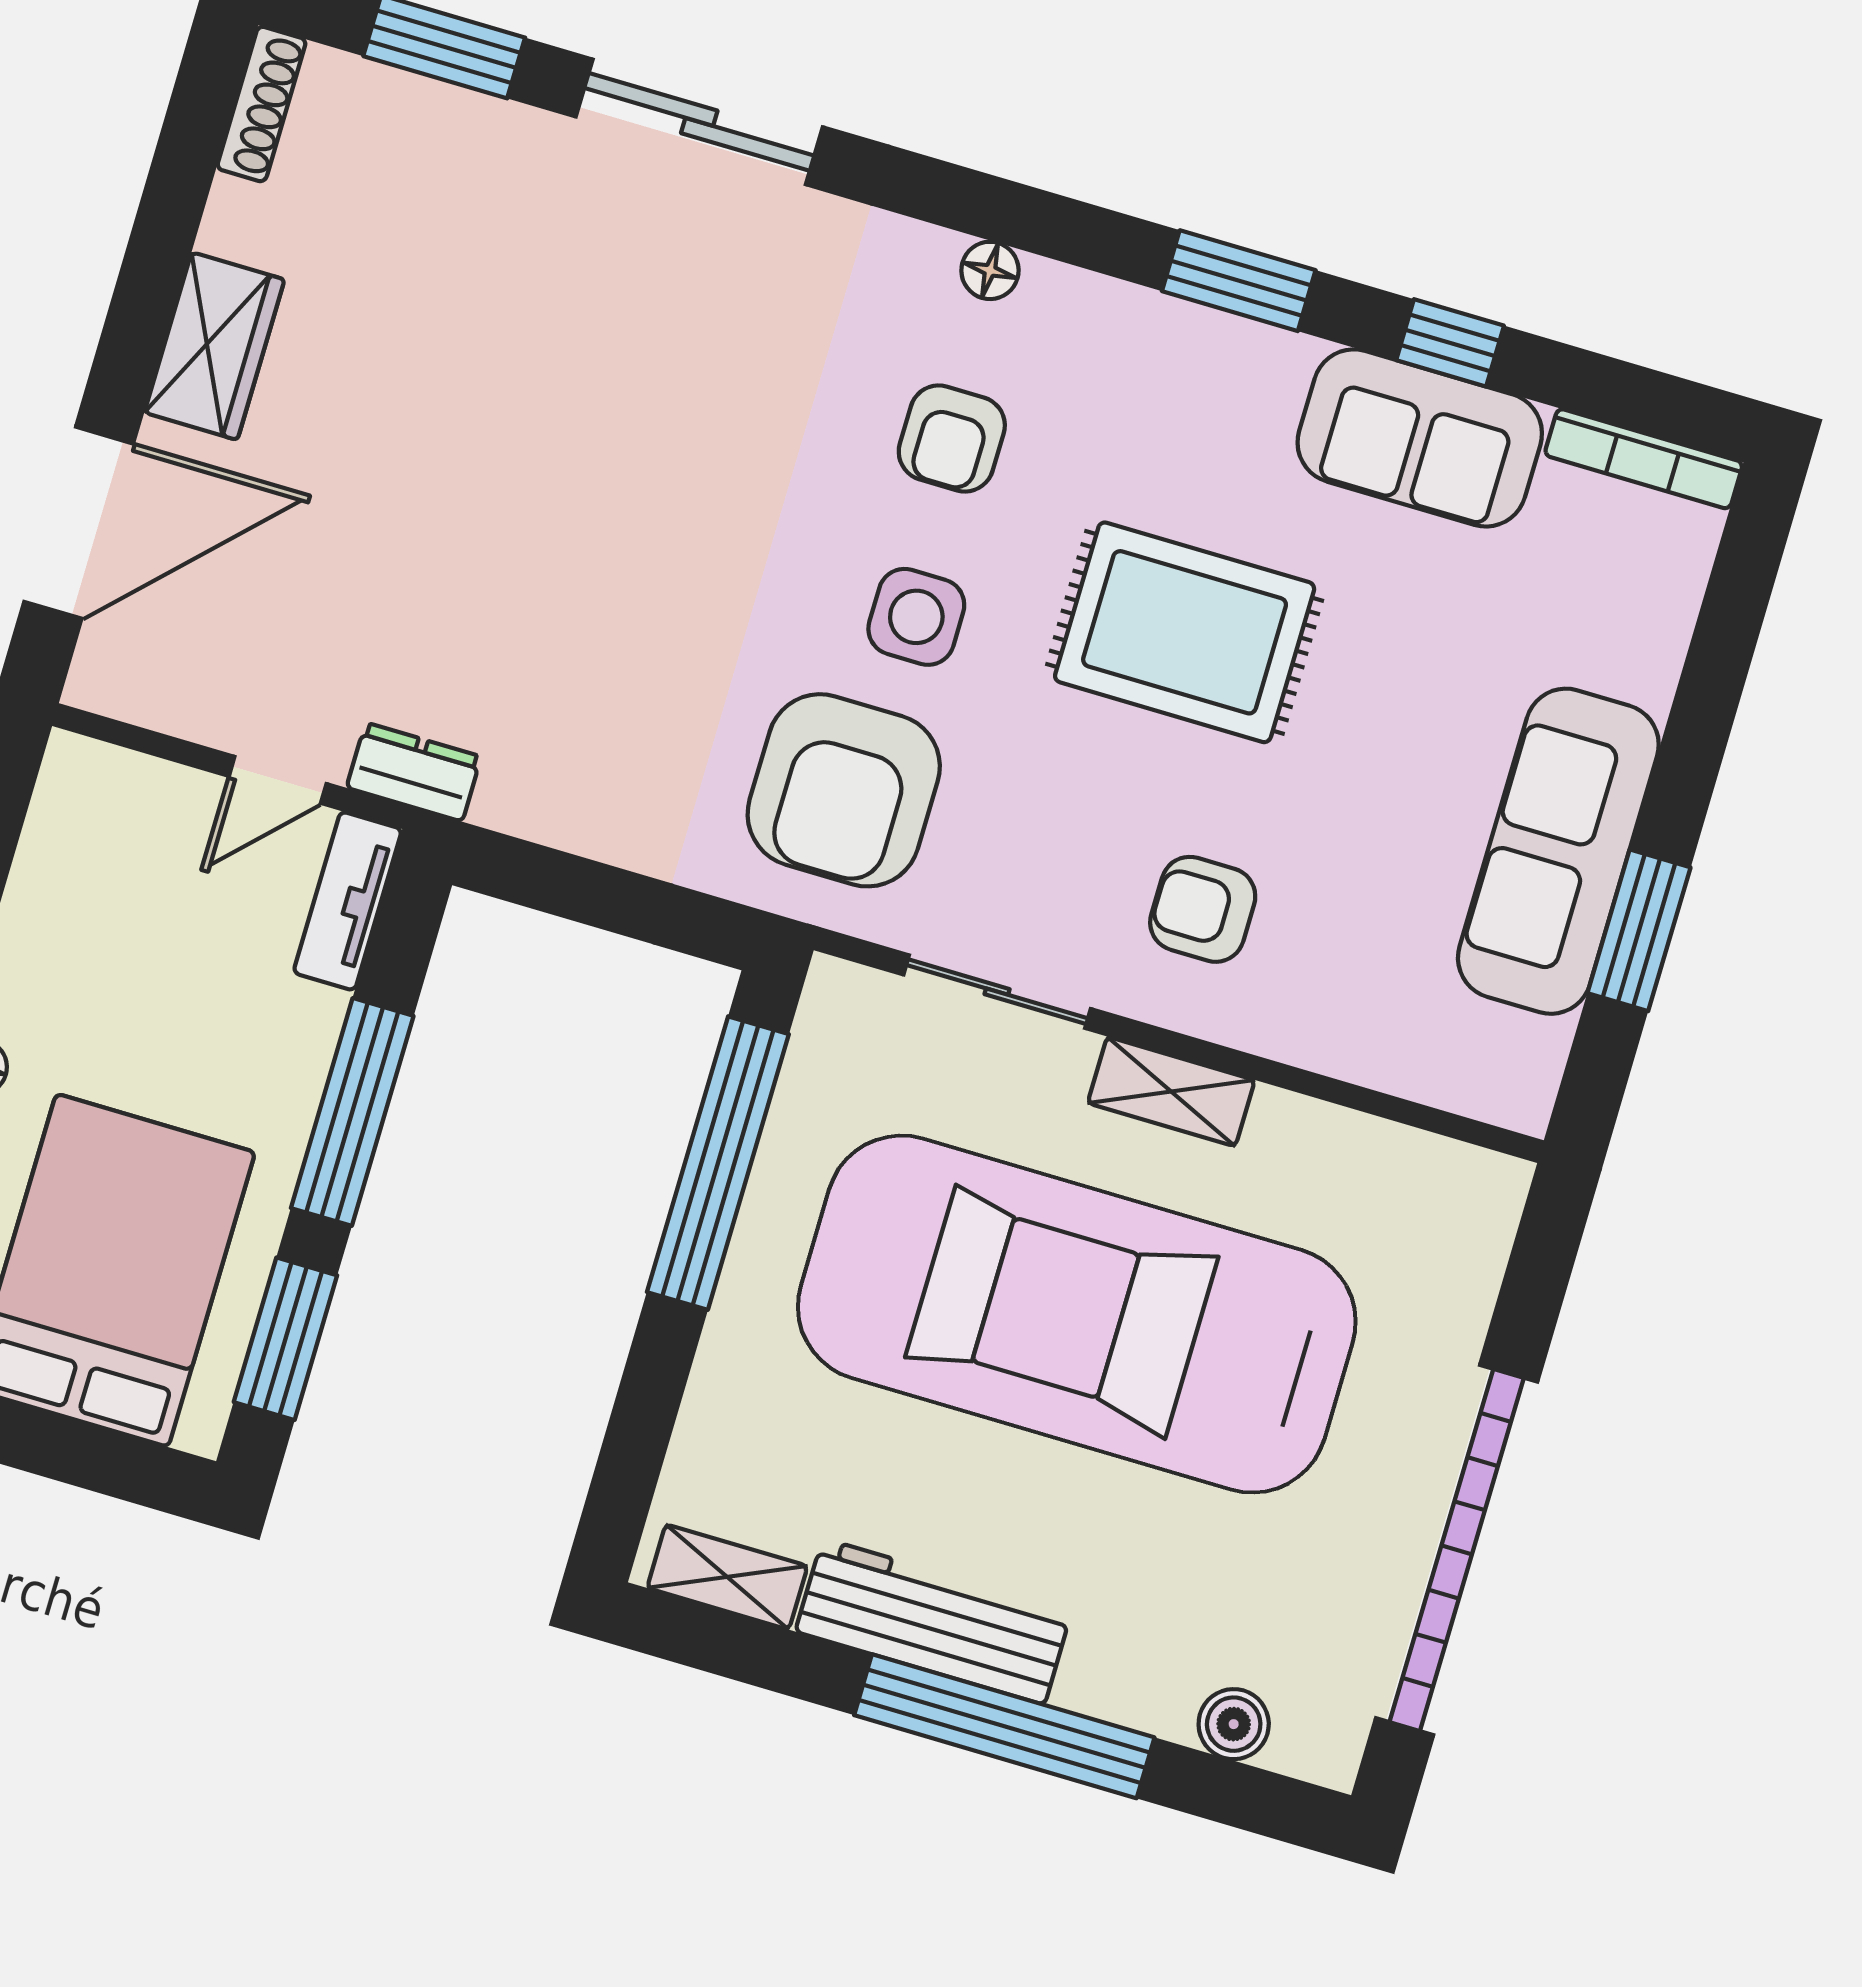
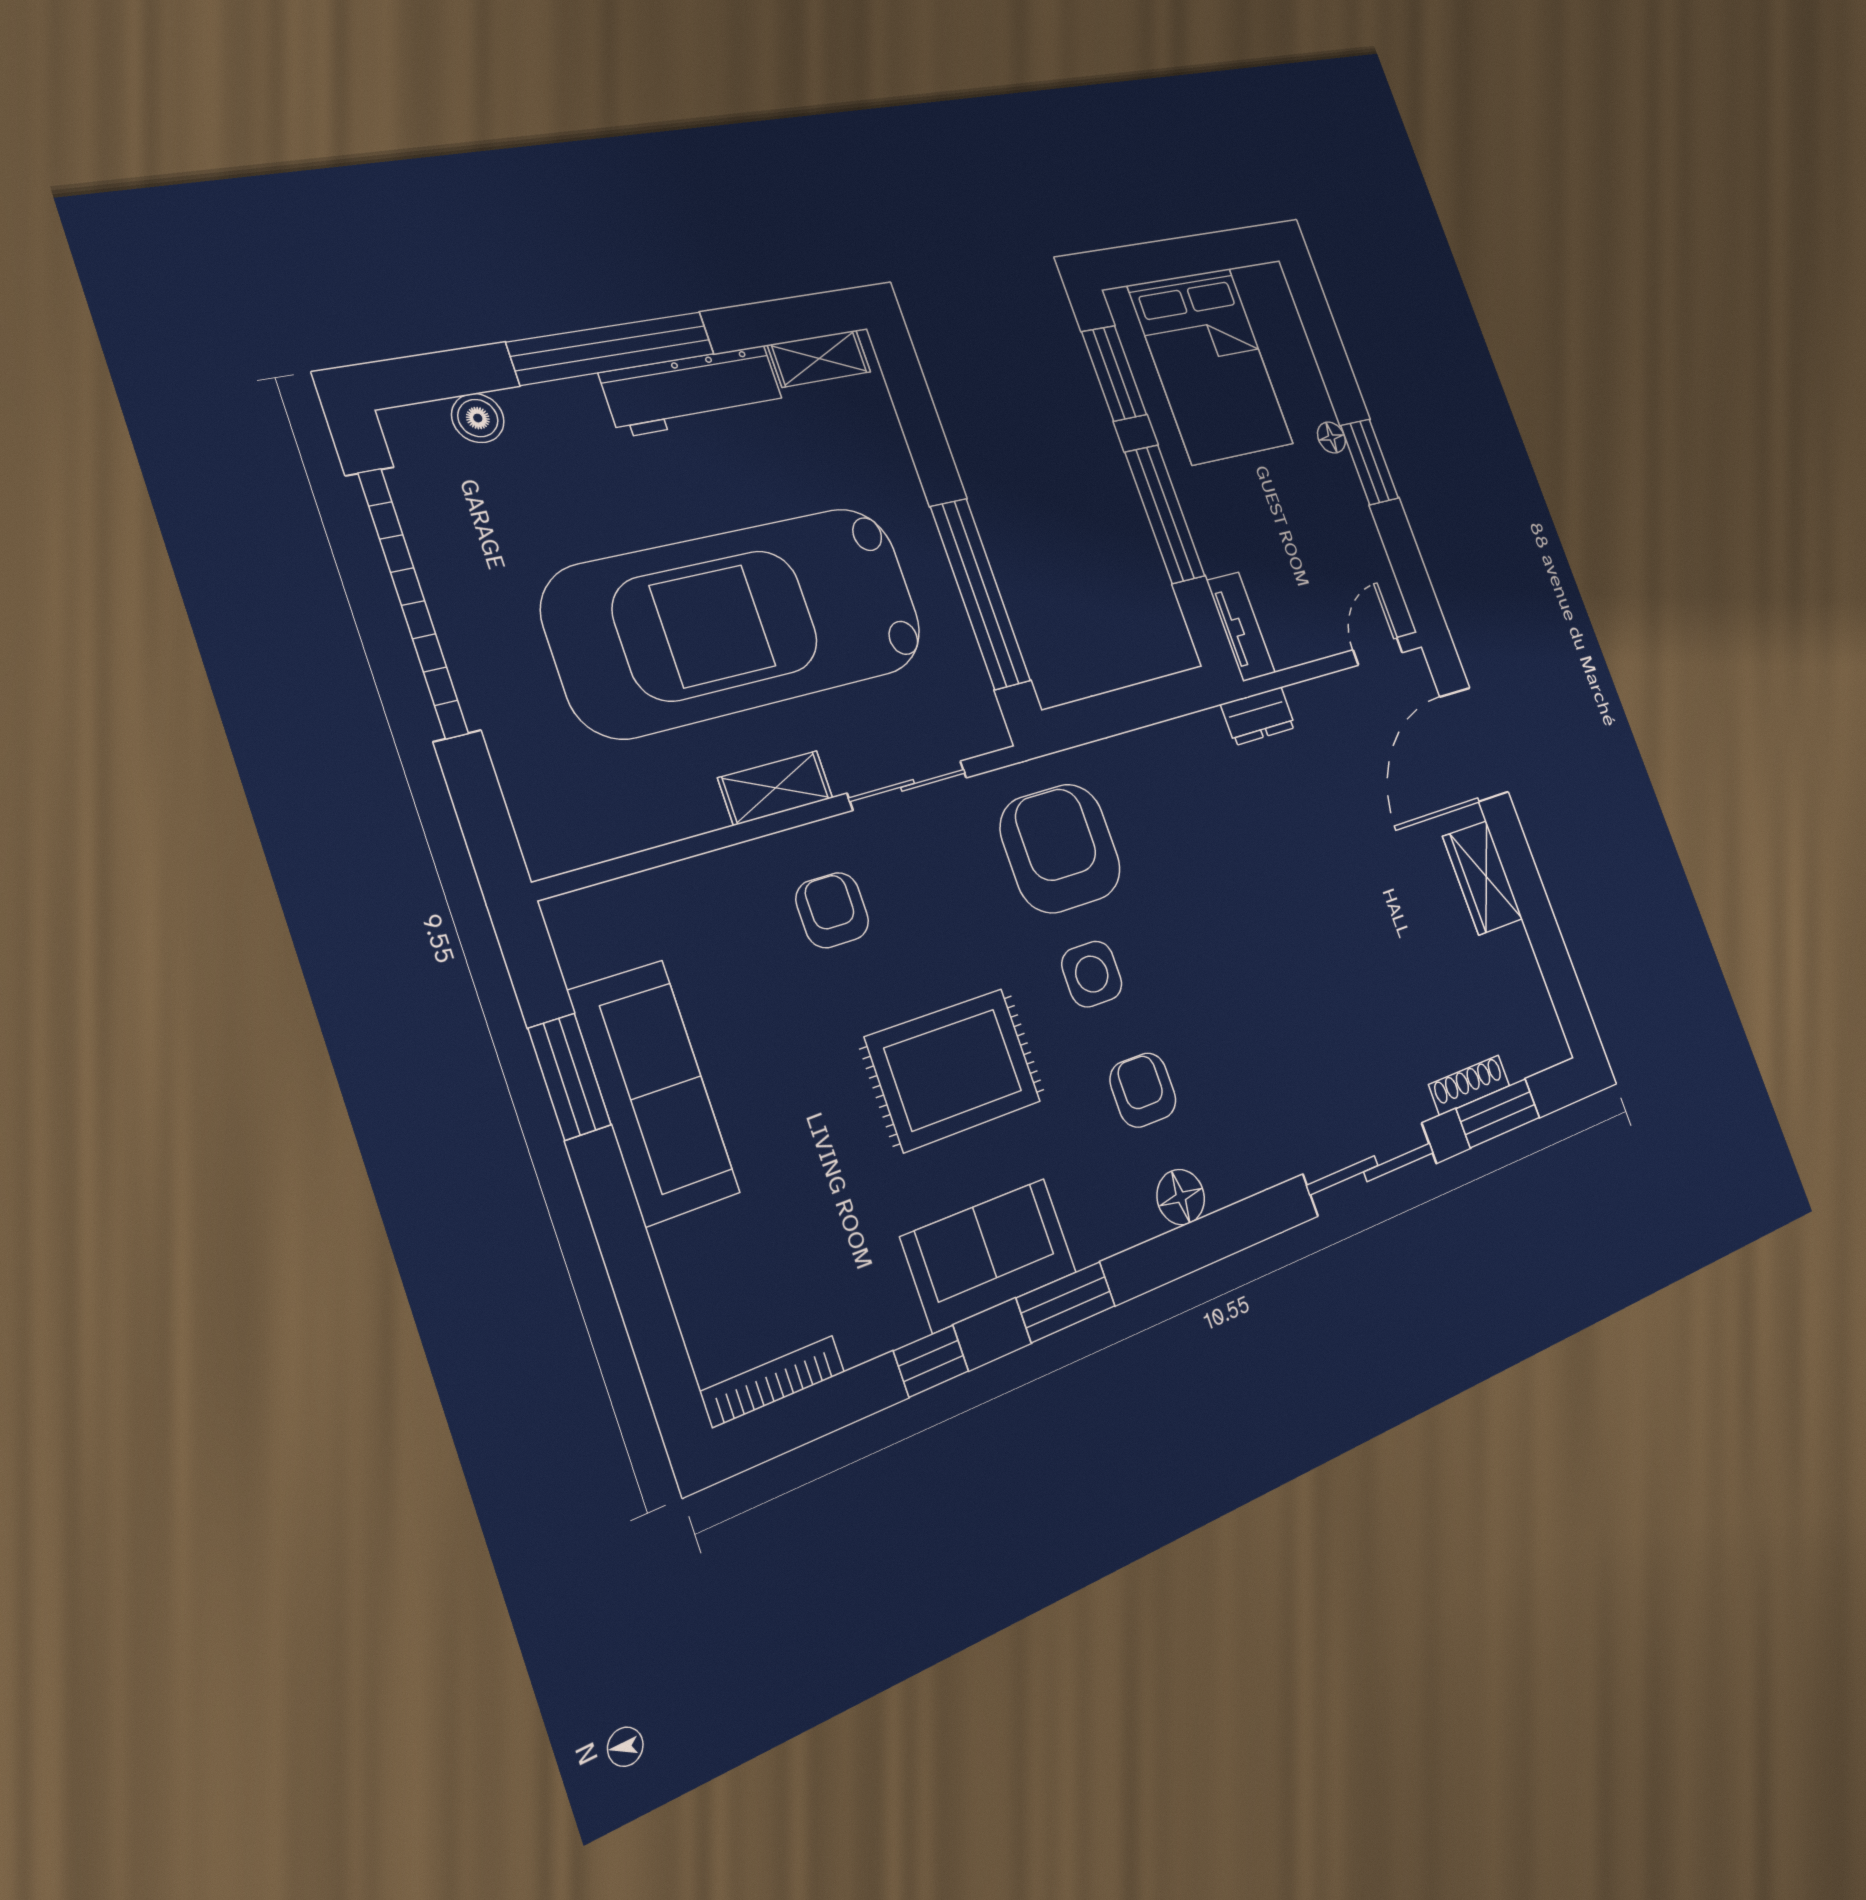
shoe rack: (262, 104) -> (1469, 1085), moved, turned 90
floor lamp: (990, 270) -> (1181, 1197), width x1.37, depth x1.37
sofa: (1420, 438) -> (989, 1255), moved
door: (278, 780) -> (1378, 651), moved
armchair: (1203, 909) -> (832, 910), turned -90
car: (1077, 1314) -> (737, 620), turned 180

